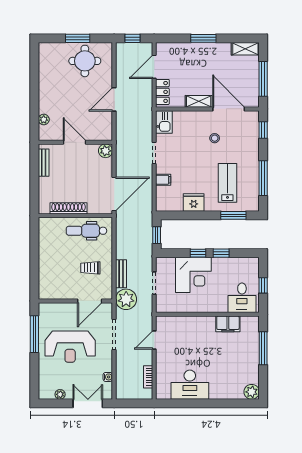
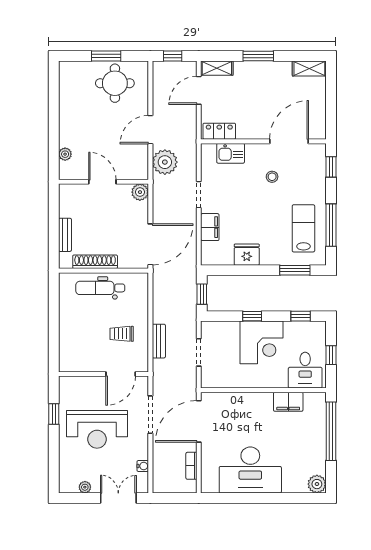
window: (263, 79) -> (331, 105), removed
locker: (162, 92) -> (219, 131), moved, turned -90
shelving: (199, 101) -> (217, 68), moved
door: (229, 109) -> (289, 141), hinge flipped
kitchen sink: (164, 122) -> (231, 153), moved, turned 90
bench: (44, 163) -> (65, 235), moved
filing cabinet: (163, 180) -> (210, 227), width x2.00
lab bench: (227, 183) -> (303, 228), moved
dental chair: (87, 231) -> (100, 288), moved
window: (221, 253) -> (301, 316), moved
corner desk: (193, 275) -> (262, 342), moved
plant: (126, 299) -> (165, 162), moved
window: (34, 334) -> (54, 414), width x0.46
door: (154, 340) -> (199, 421), width x1.87
window: (263, 348) -> (331, 431), width x1.46
desk: (190, 385) -> (250, 470), width x1.36, depth x1.30

